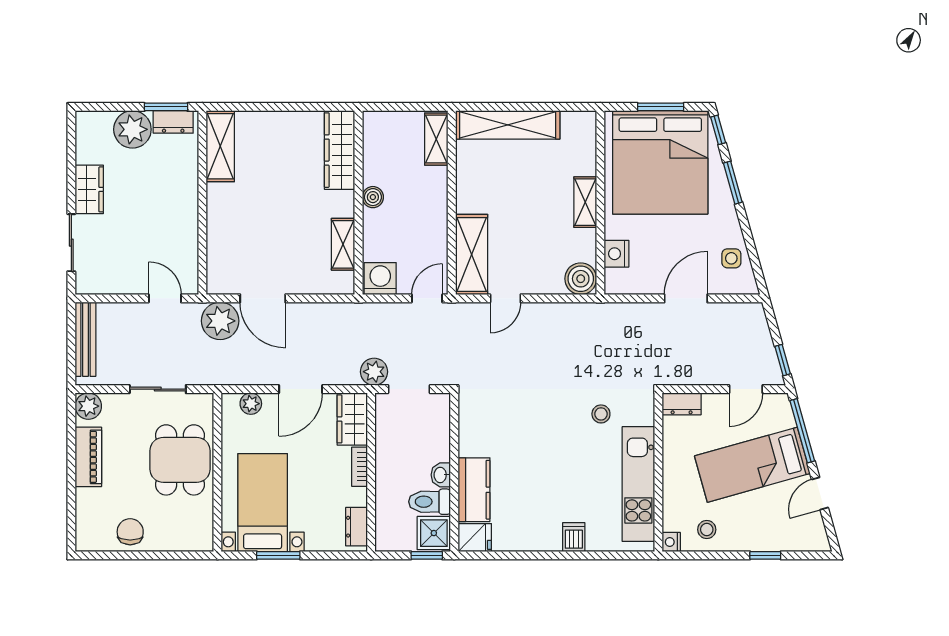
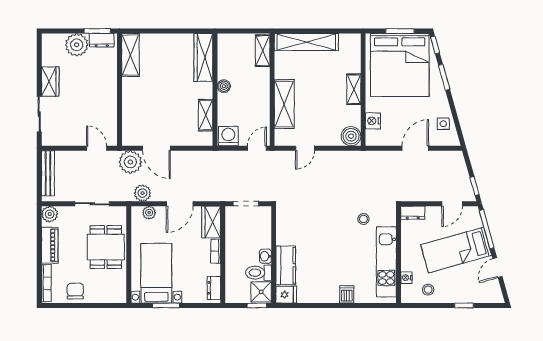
shelving: (472, 255) -> (284, 104), moved
plant: (374, 372) -> (143, 193), moved
bookcase: (83, 519) -> (46, 283), added
nightstand: (671, 542) -> (406, 278), moved

